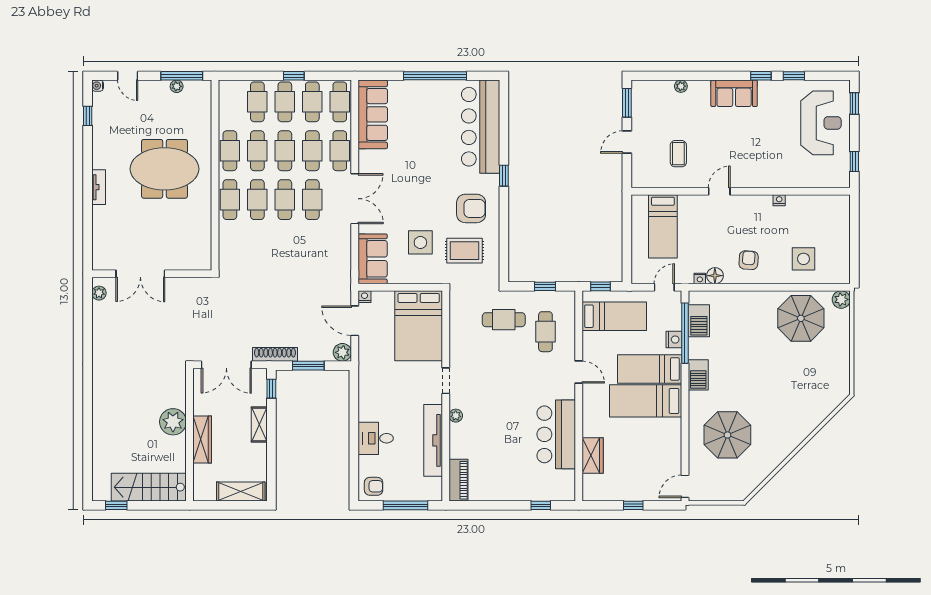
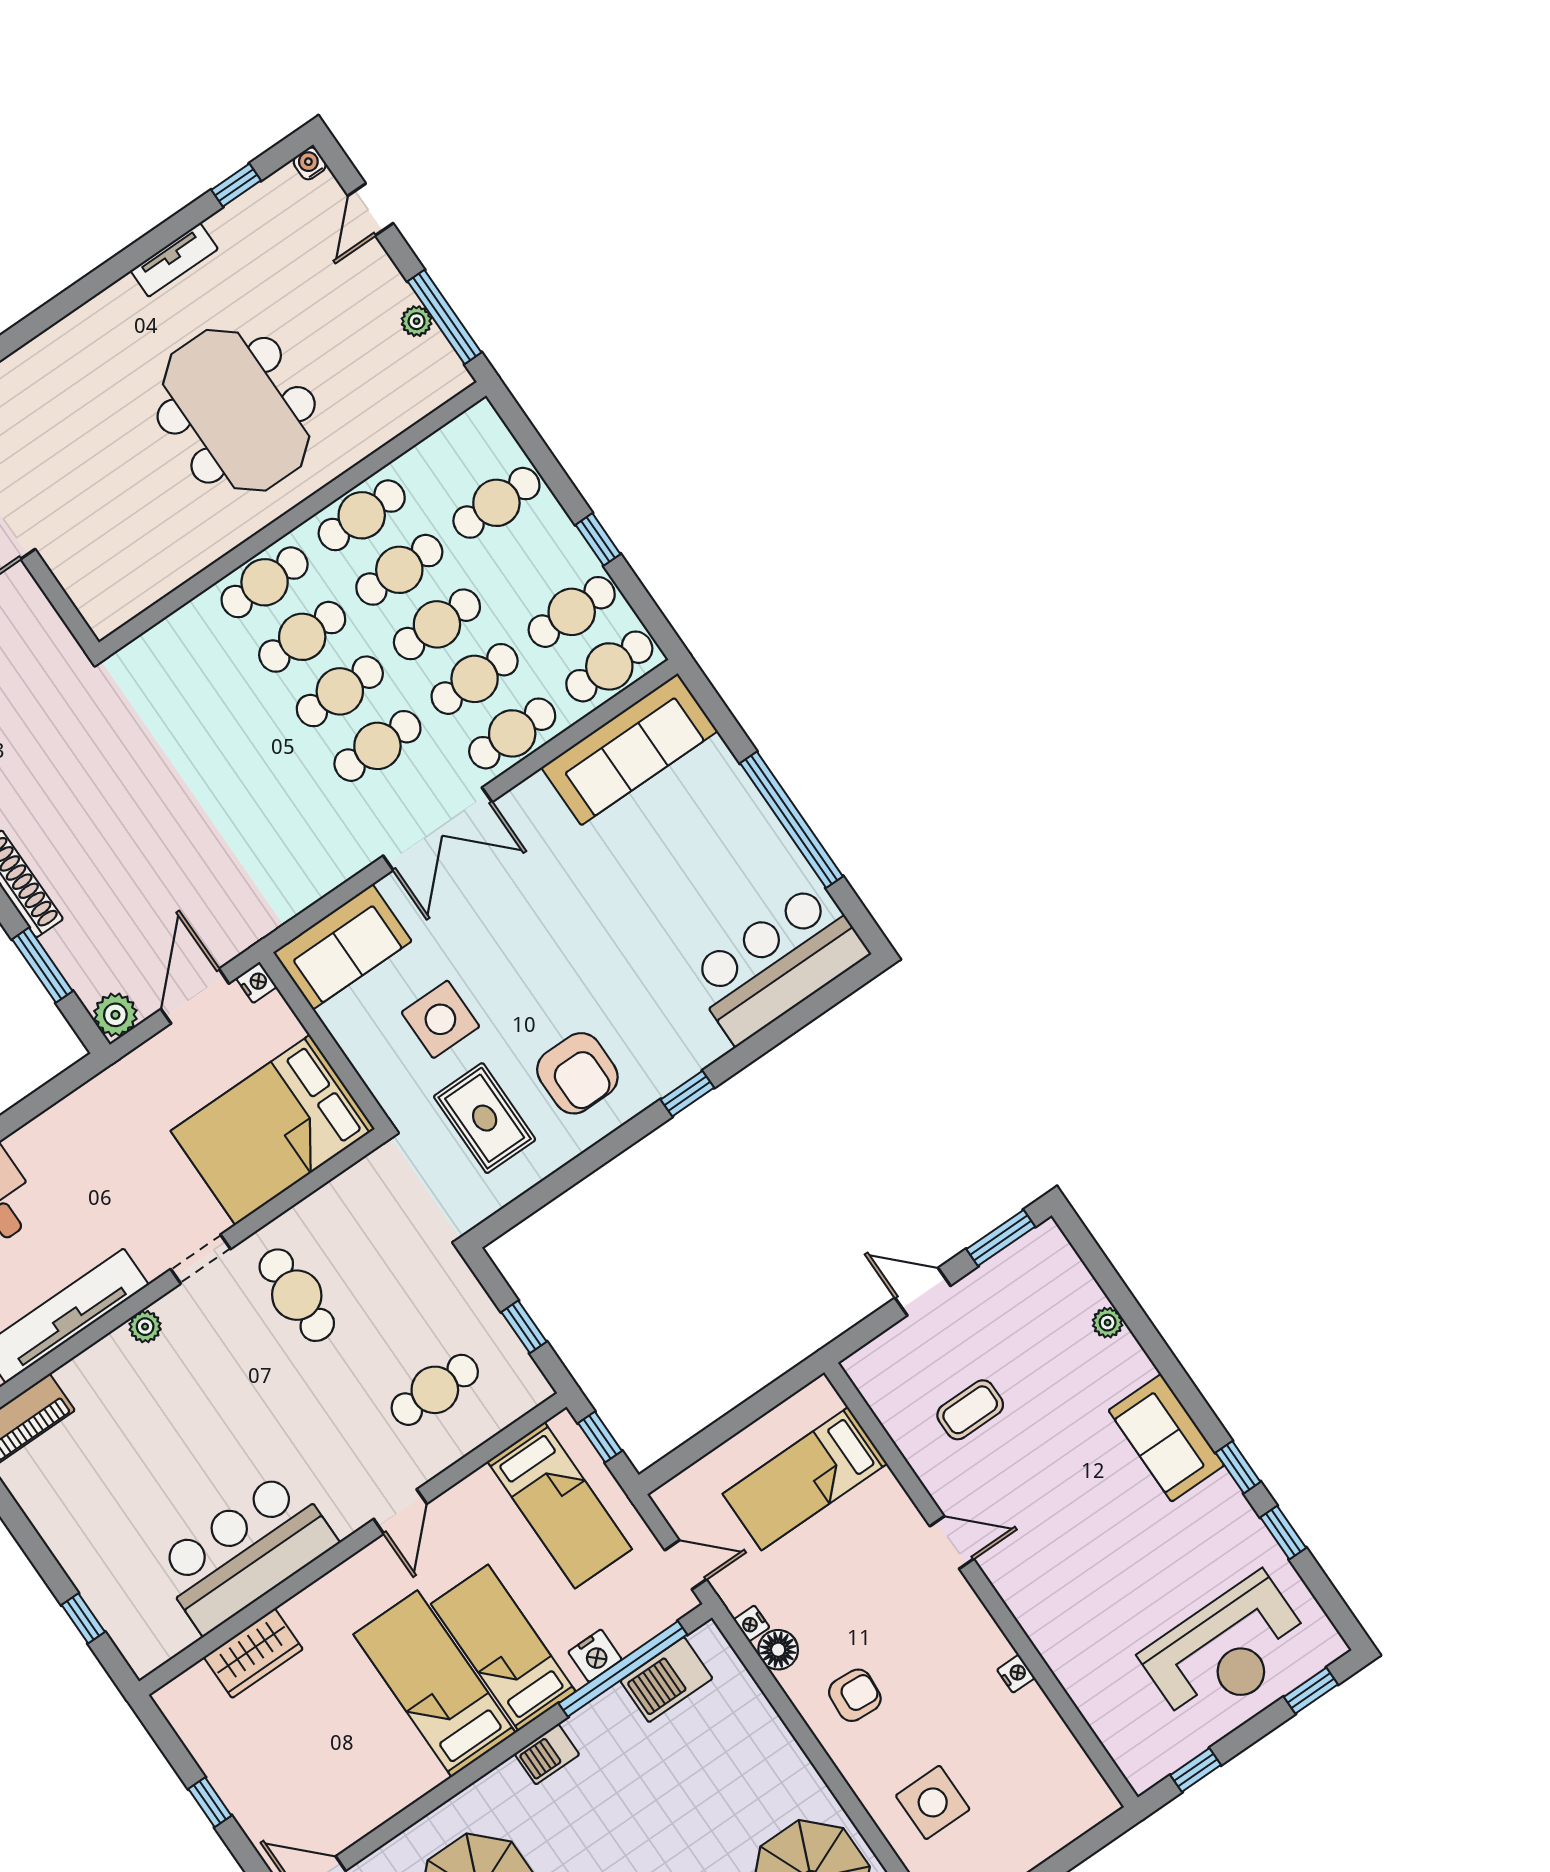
cafe table: (285, 102) -> (534, 557), removed
bar counter: (481, 127) -> (778, 963), width x0.73
tv unit: (99, 187) -> (174, 260), moved
cafe table: (504, 320) -> (297, 1295), moved
barbecue: (698, 375) -> (547, 1754), width x0.73, depth x0.79

